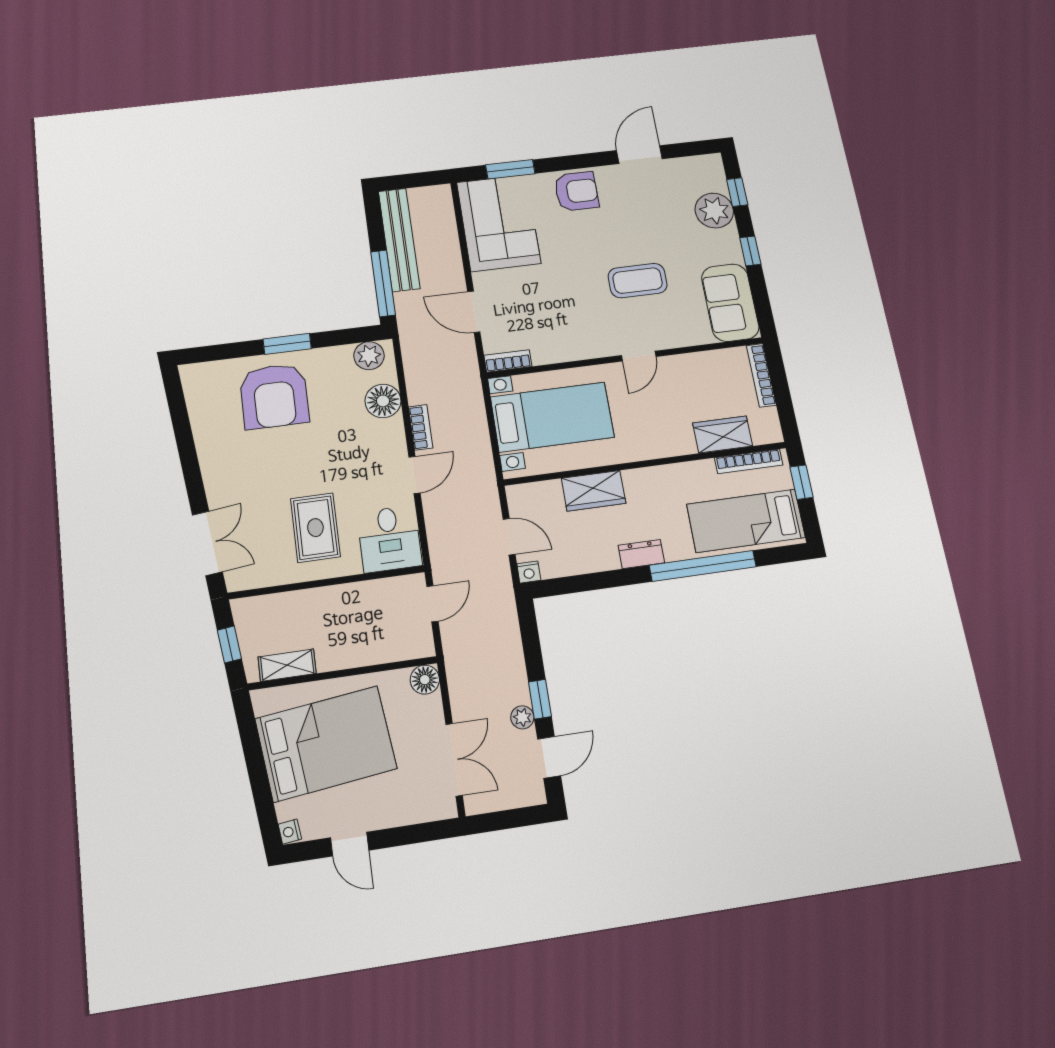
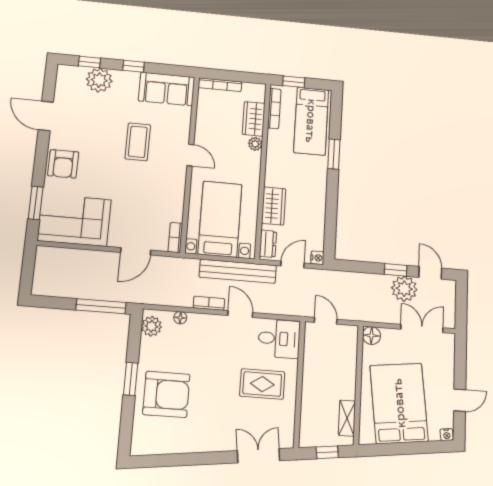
armchair: (576, 191) -> (63, 164), turned 180
bench: (399, 240) -> (238, 271), moved
floor lamp: (383, 401) -> (180, 318), width x0.53, depth x0.53
plant: (684, 444) -> (255, 144), added
dresser: (641, 554) -> (268, 244), moved, turned 180
window: (703, 566) -> (334, 154), width x0.47
plant: (522, 717) -> (404, 289), width x1.88, depth x1.88

